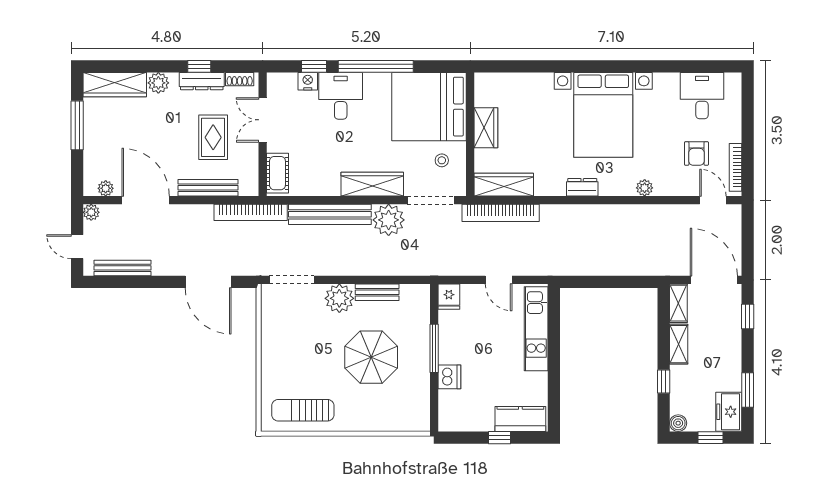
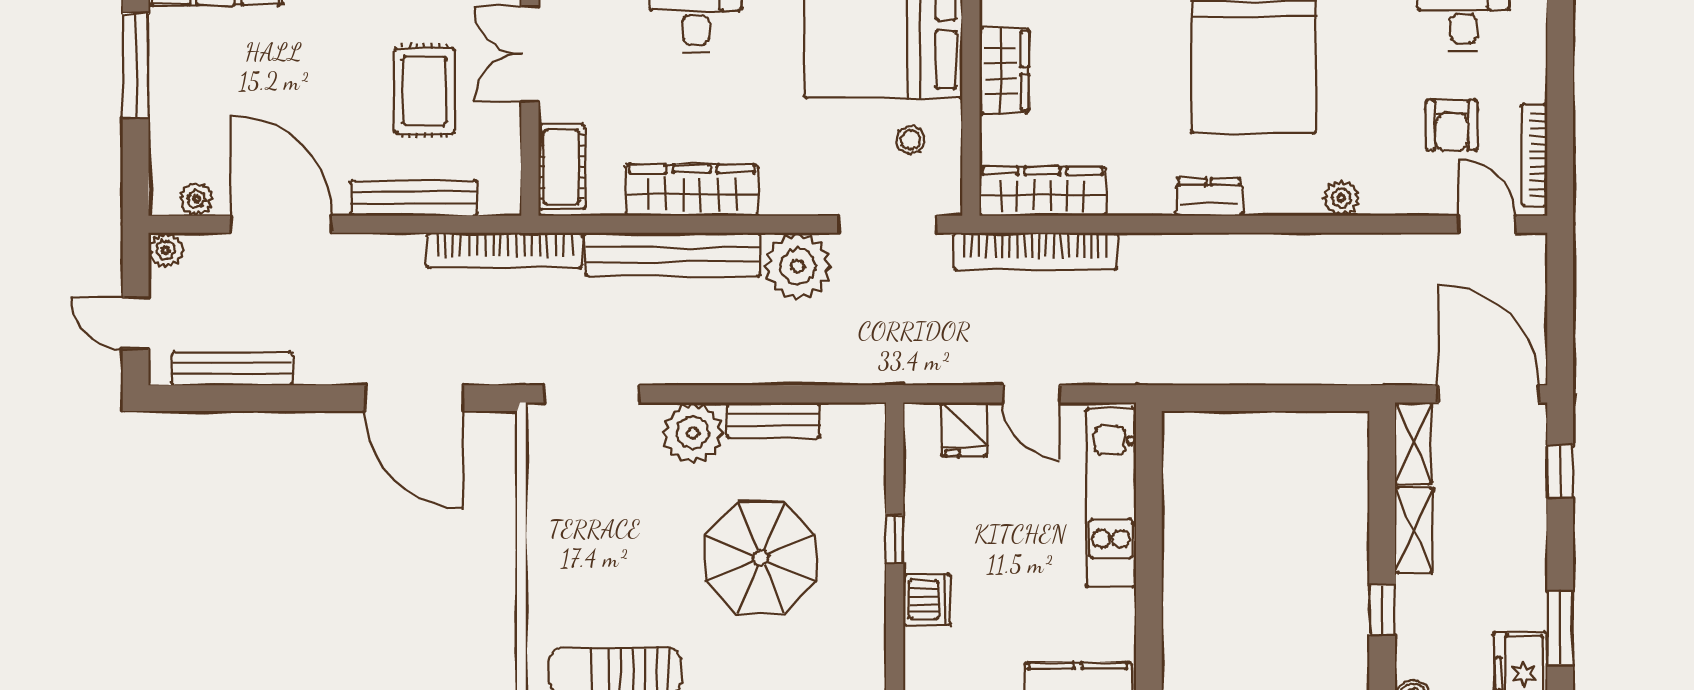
wardrobe: (372, 184) -> (692, 190), moved
fridge: (449, 297) -> (964, 429), moved
window: (434, 348) -> (895, 539), width x0.46

